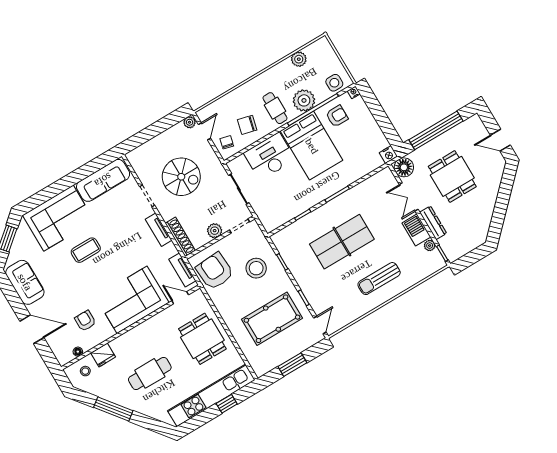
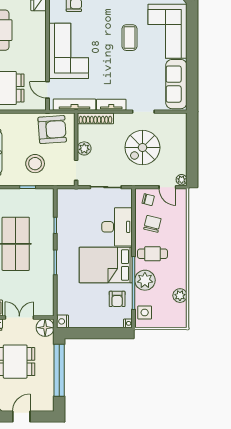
tv unit: (182, 270) -> (74, 105), width x1.41
door: (180, 298) -> (47, 90), swing flipped

